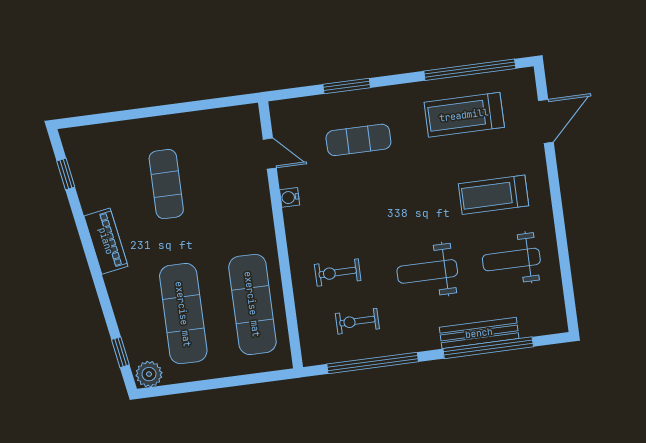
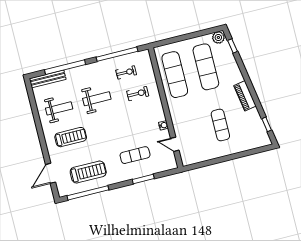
bench: (479, 333) -> (48, 79), moved

